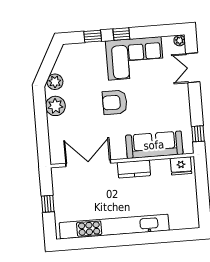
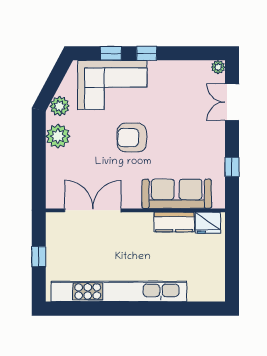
corner sofa: (135, 58) -> (112, 85), moved
window: (198, 134) -> (232, 167), moved
kitchen counter: (134, 169) -> (174, 222), moved

